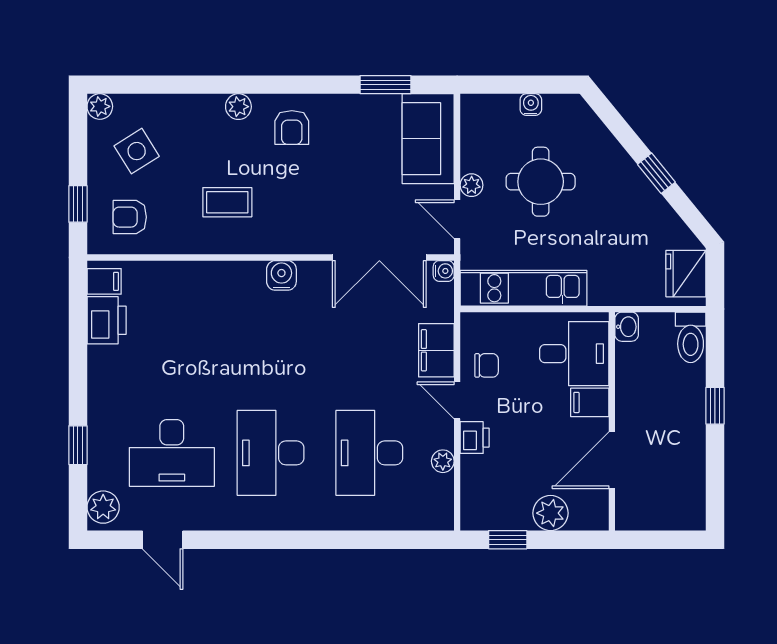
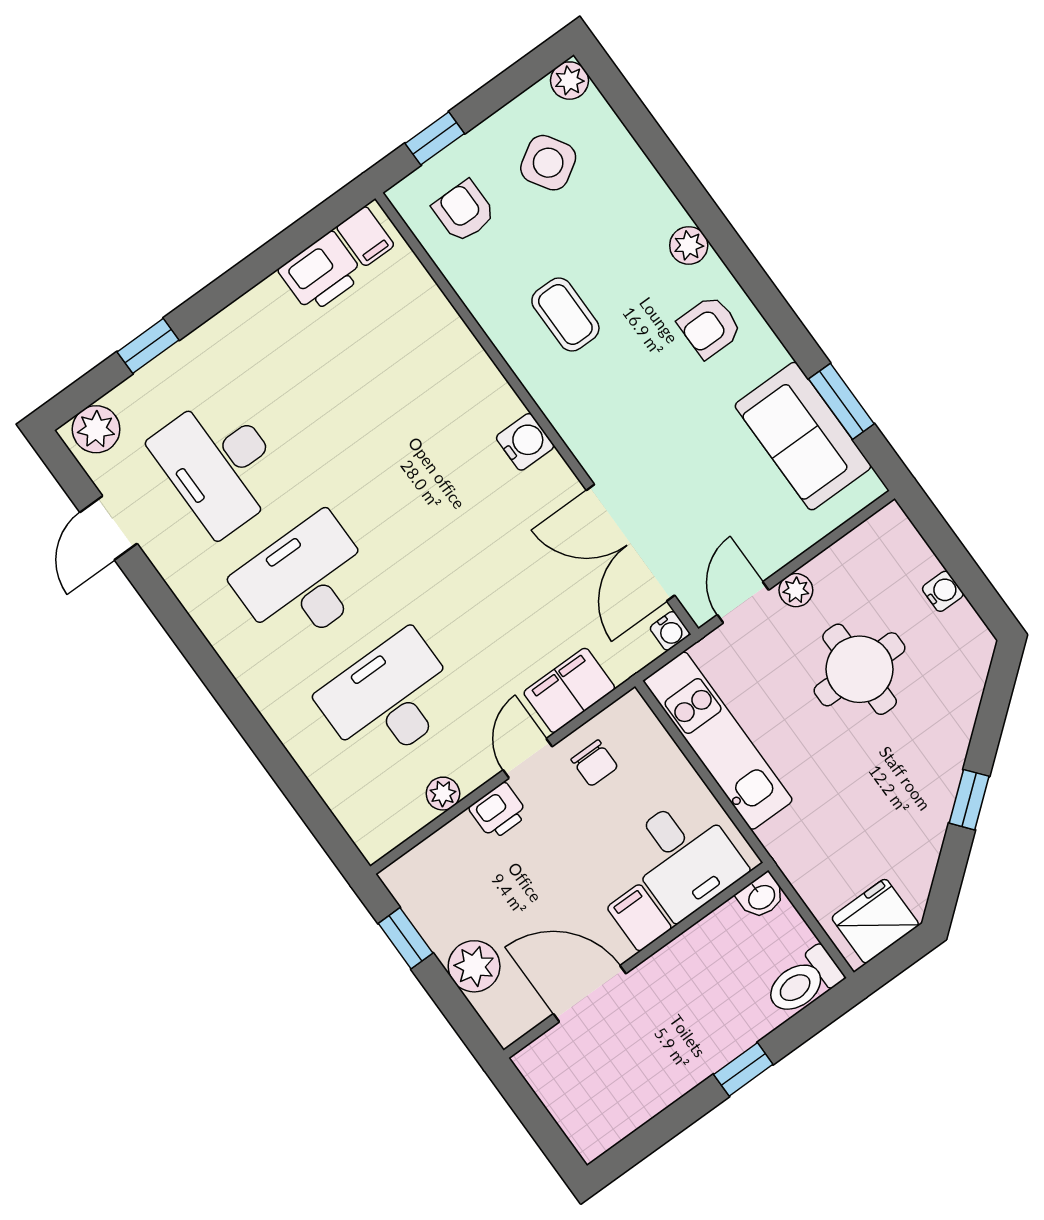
sofa: (428, 139) -> (803, 436), moved, turned -90

